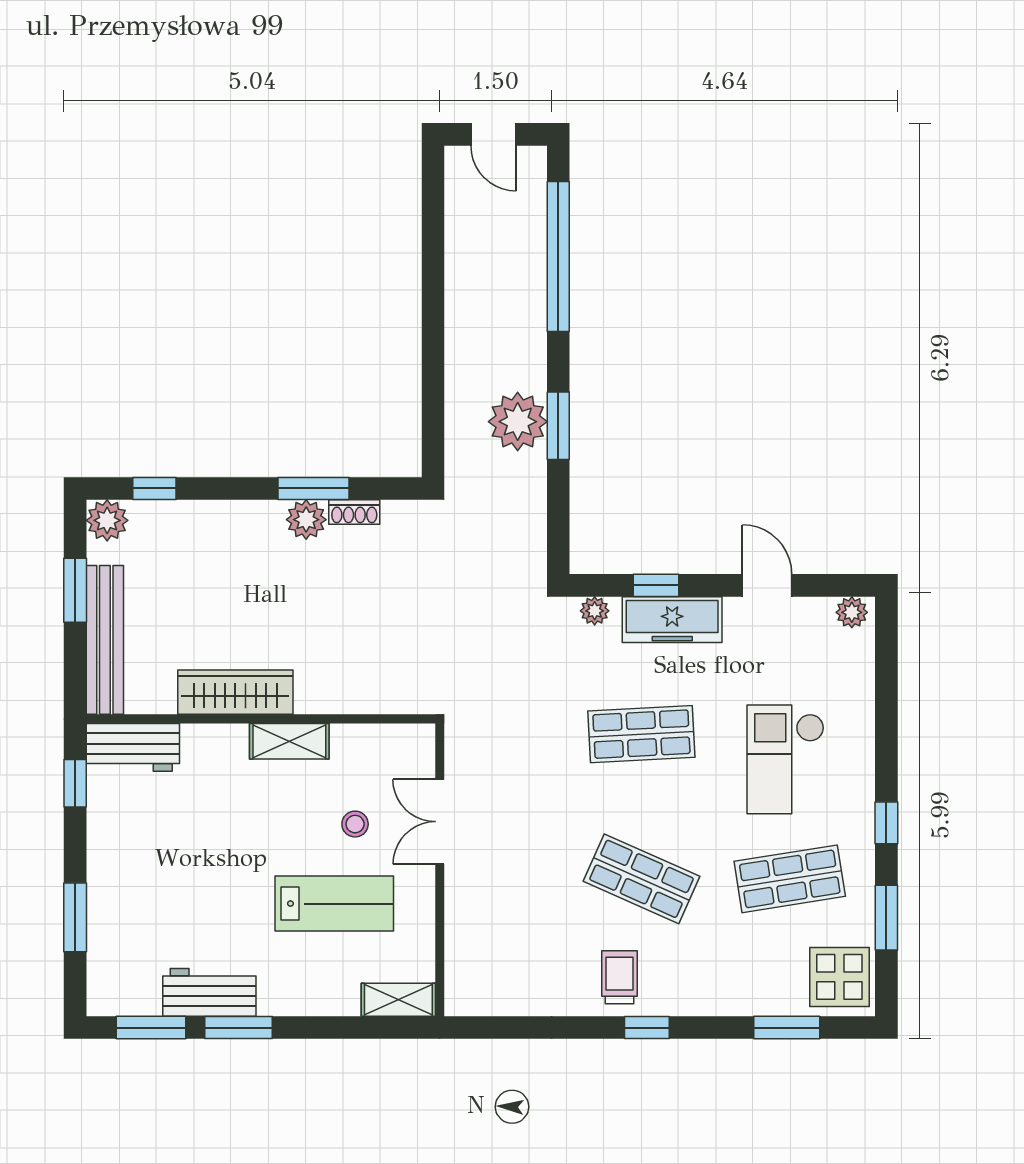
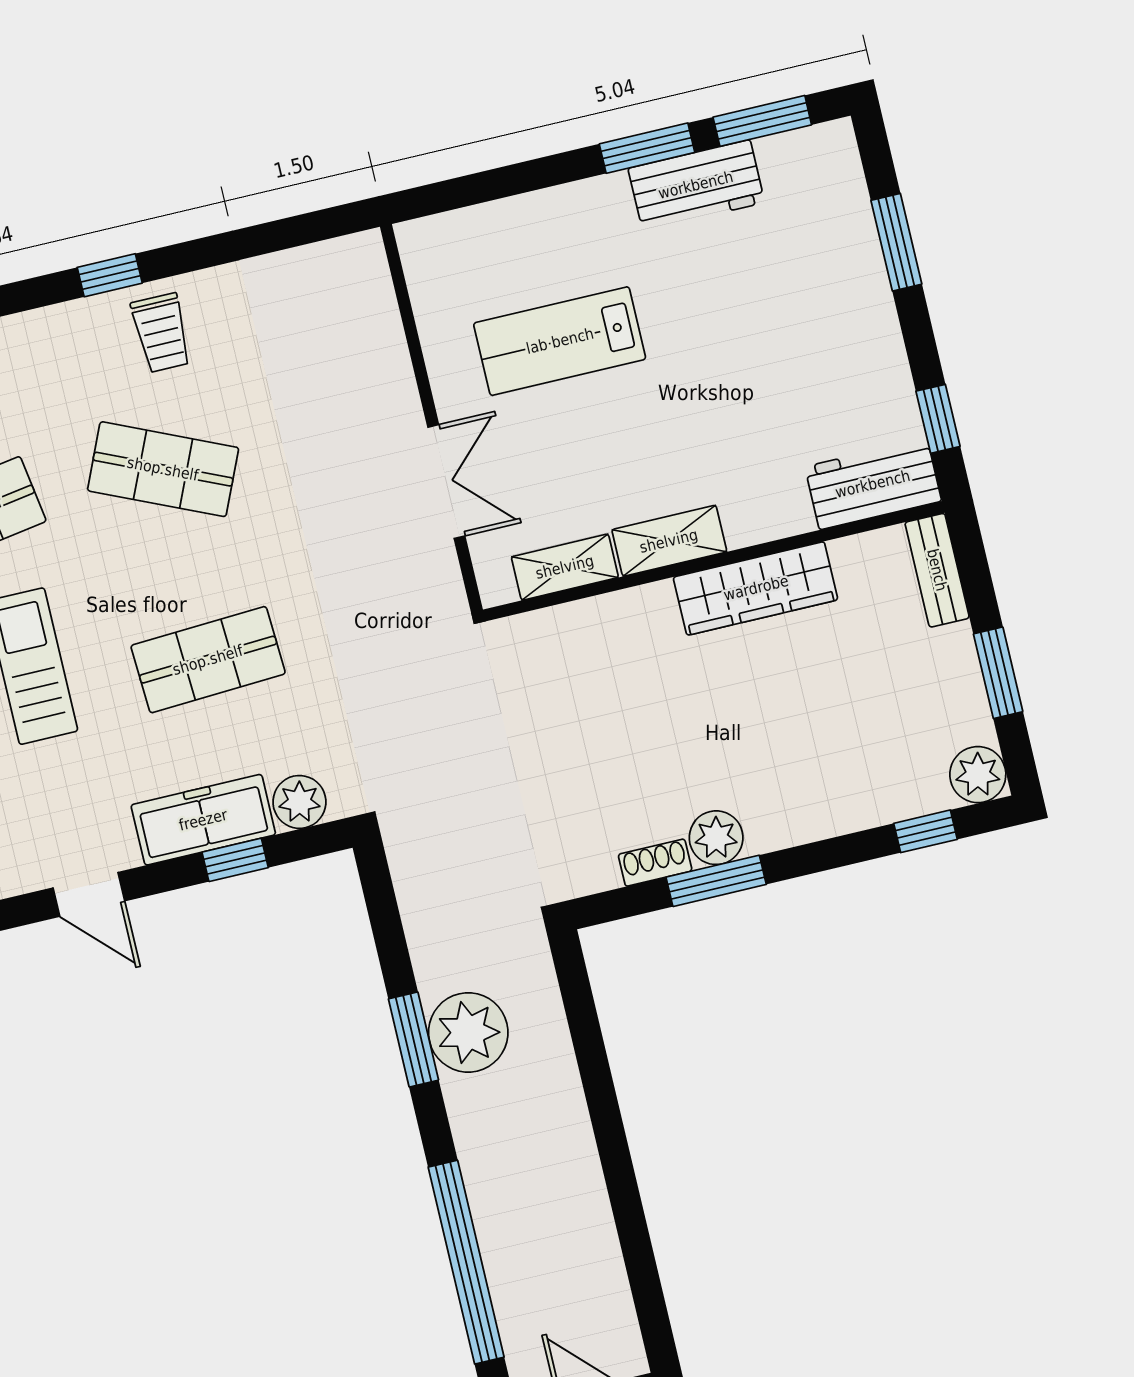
plant: (595, 611) -> (299, 802), width x1.38, depth x1.38
bench: (105, 640) -> (937, 570), width x0.54, depth x0.82
stool: (355, 824) -> (557, 452), removed
shelving: (398, 1000) -> (565, 567), moved

